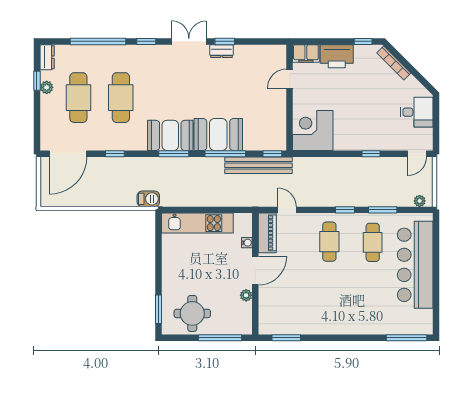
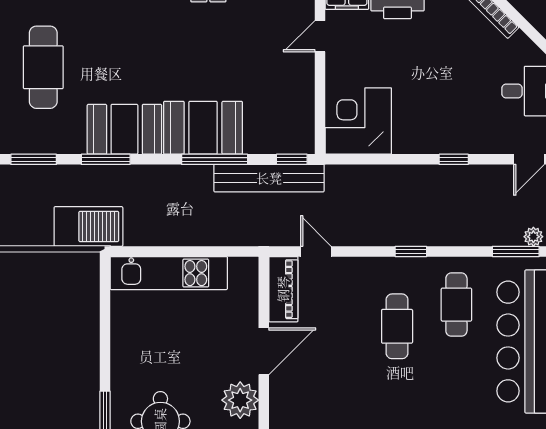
window: (115, 154) -> (34, 159), width x1.50
window: (174, 154) -> (106, 159), moved
barbecue: (148, 199) -> (88, 226), width x1.88, depth x1.53
window: (383, 210) -> (516, 251), moved
cafe table: (329, 242) -> (397, 326), moved
water cooler: (247, 243) -> (250, 305), removed
plant: (246, 295) -> (240, 400), width x1.88, depth x1.88

